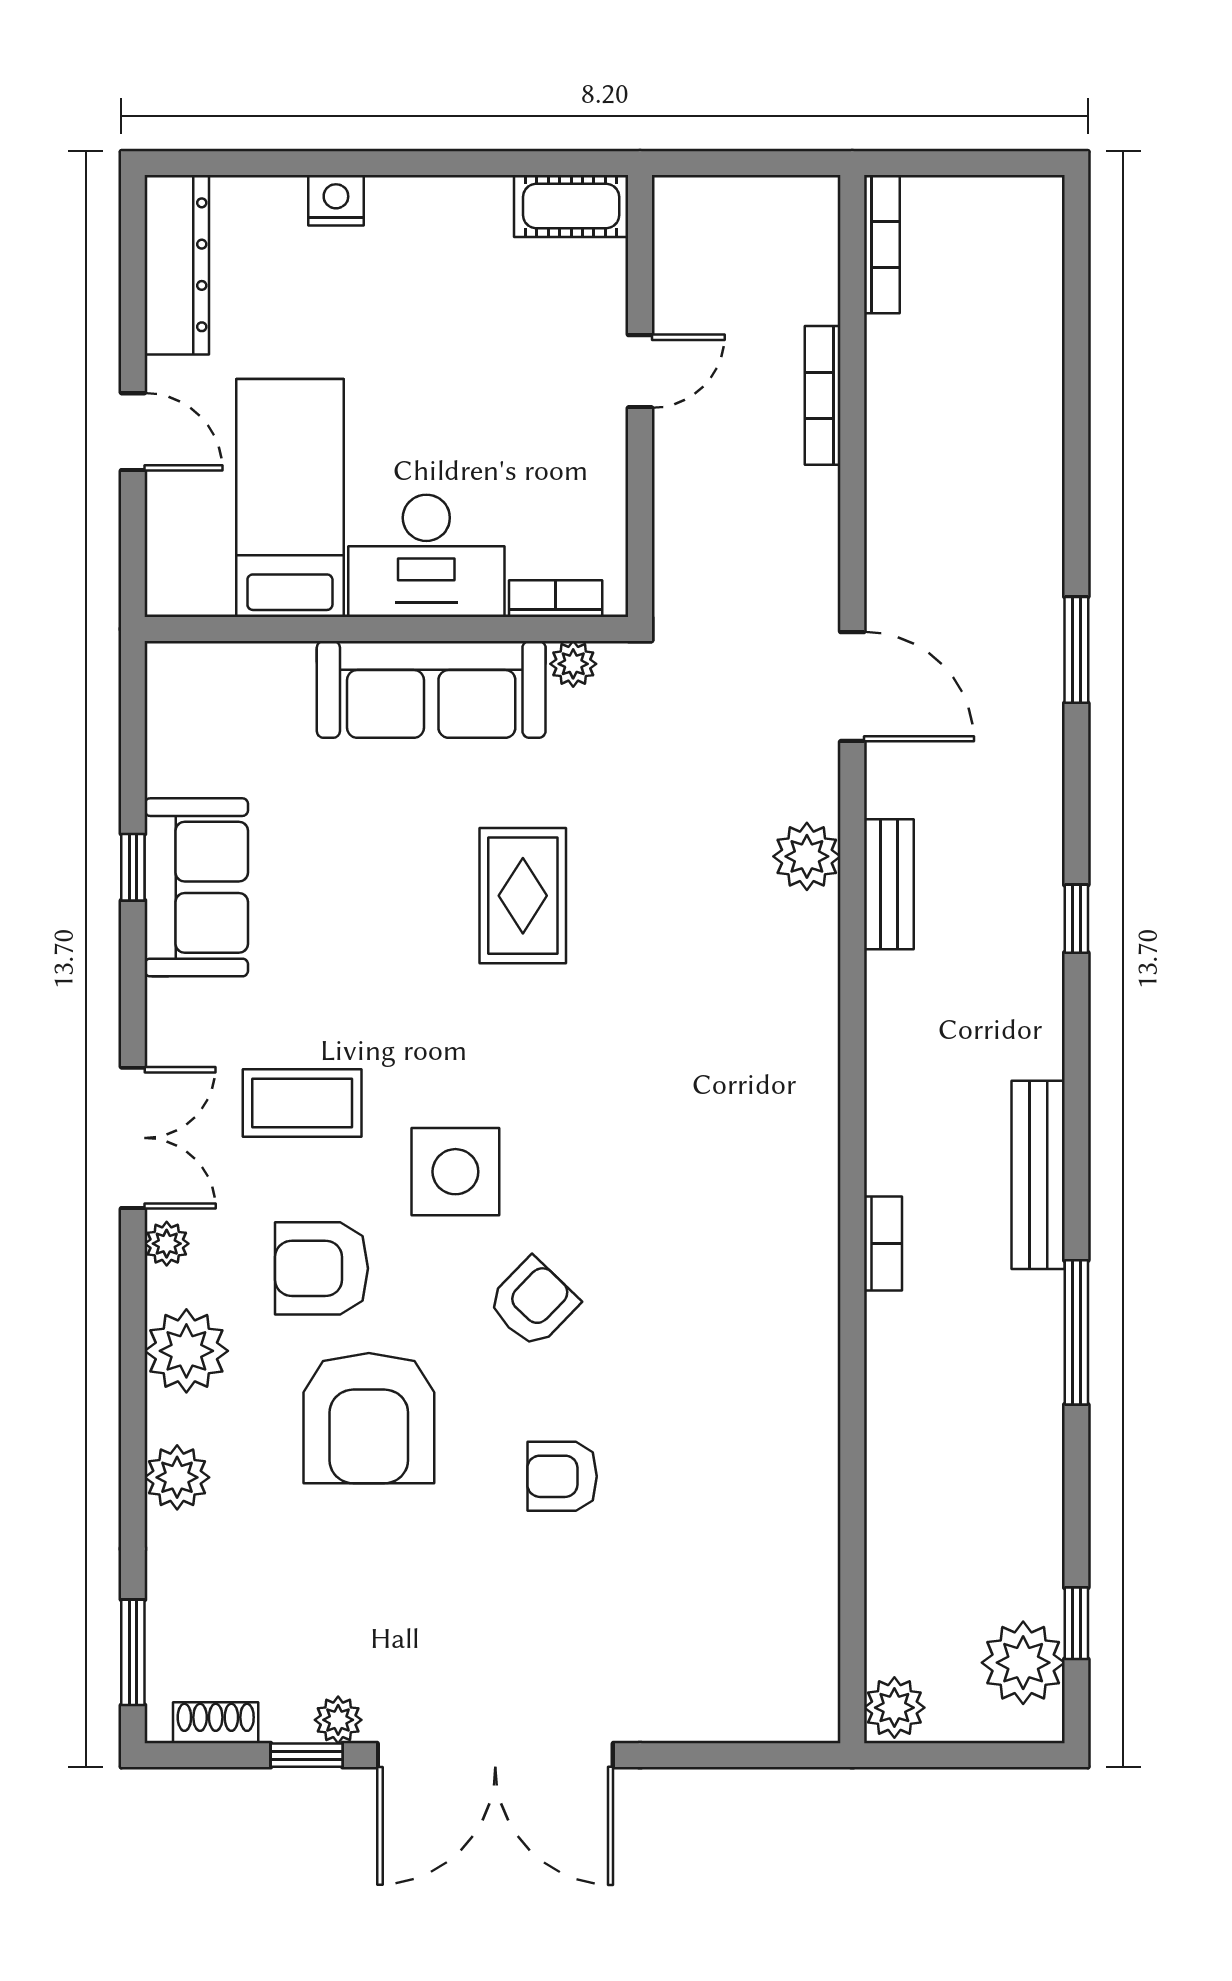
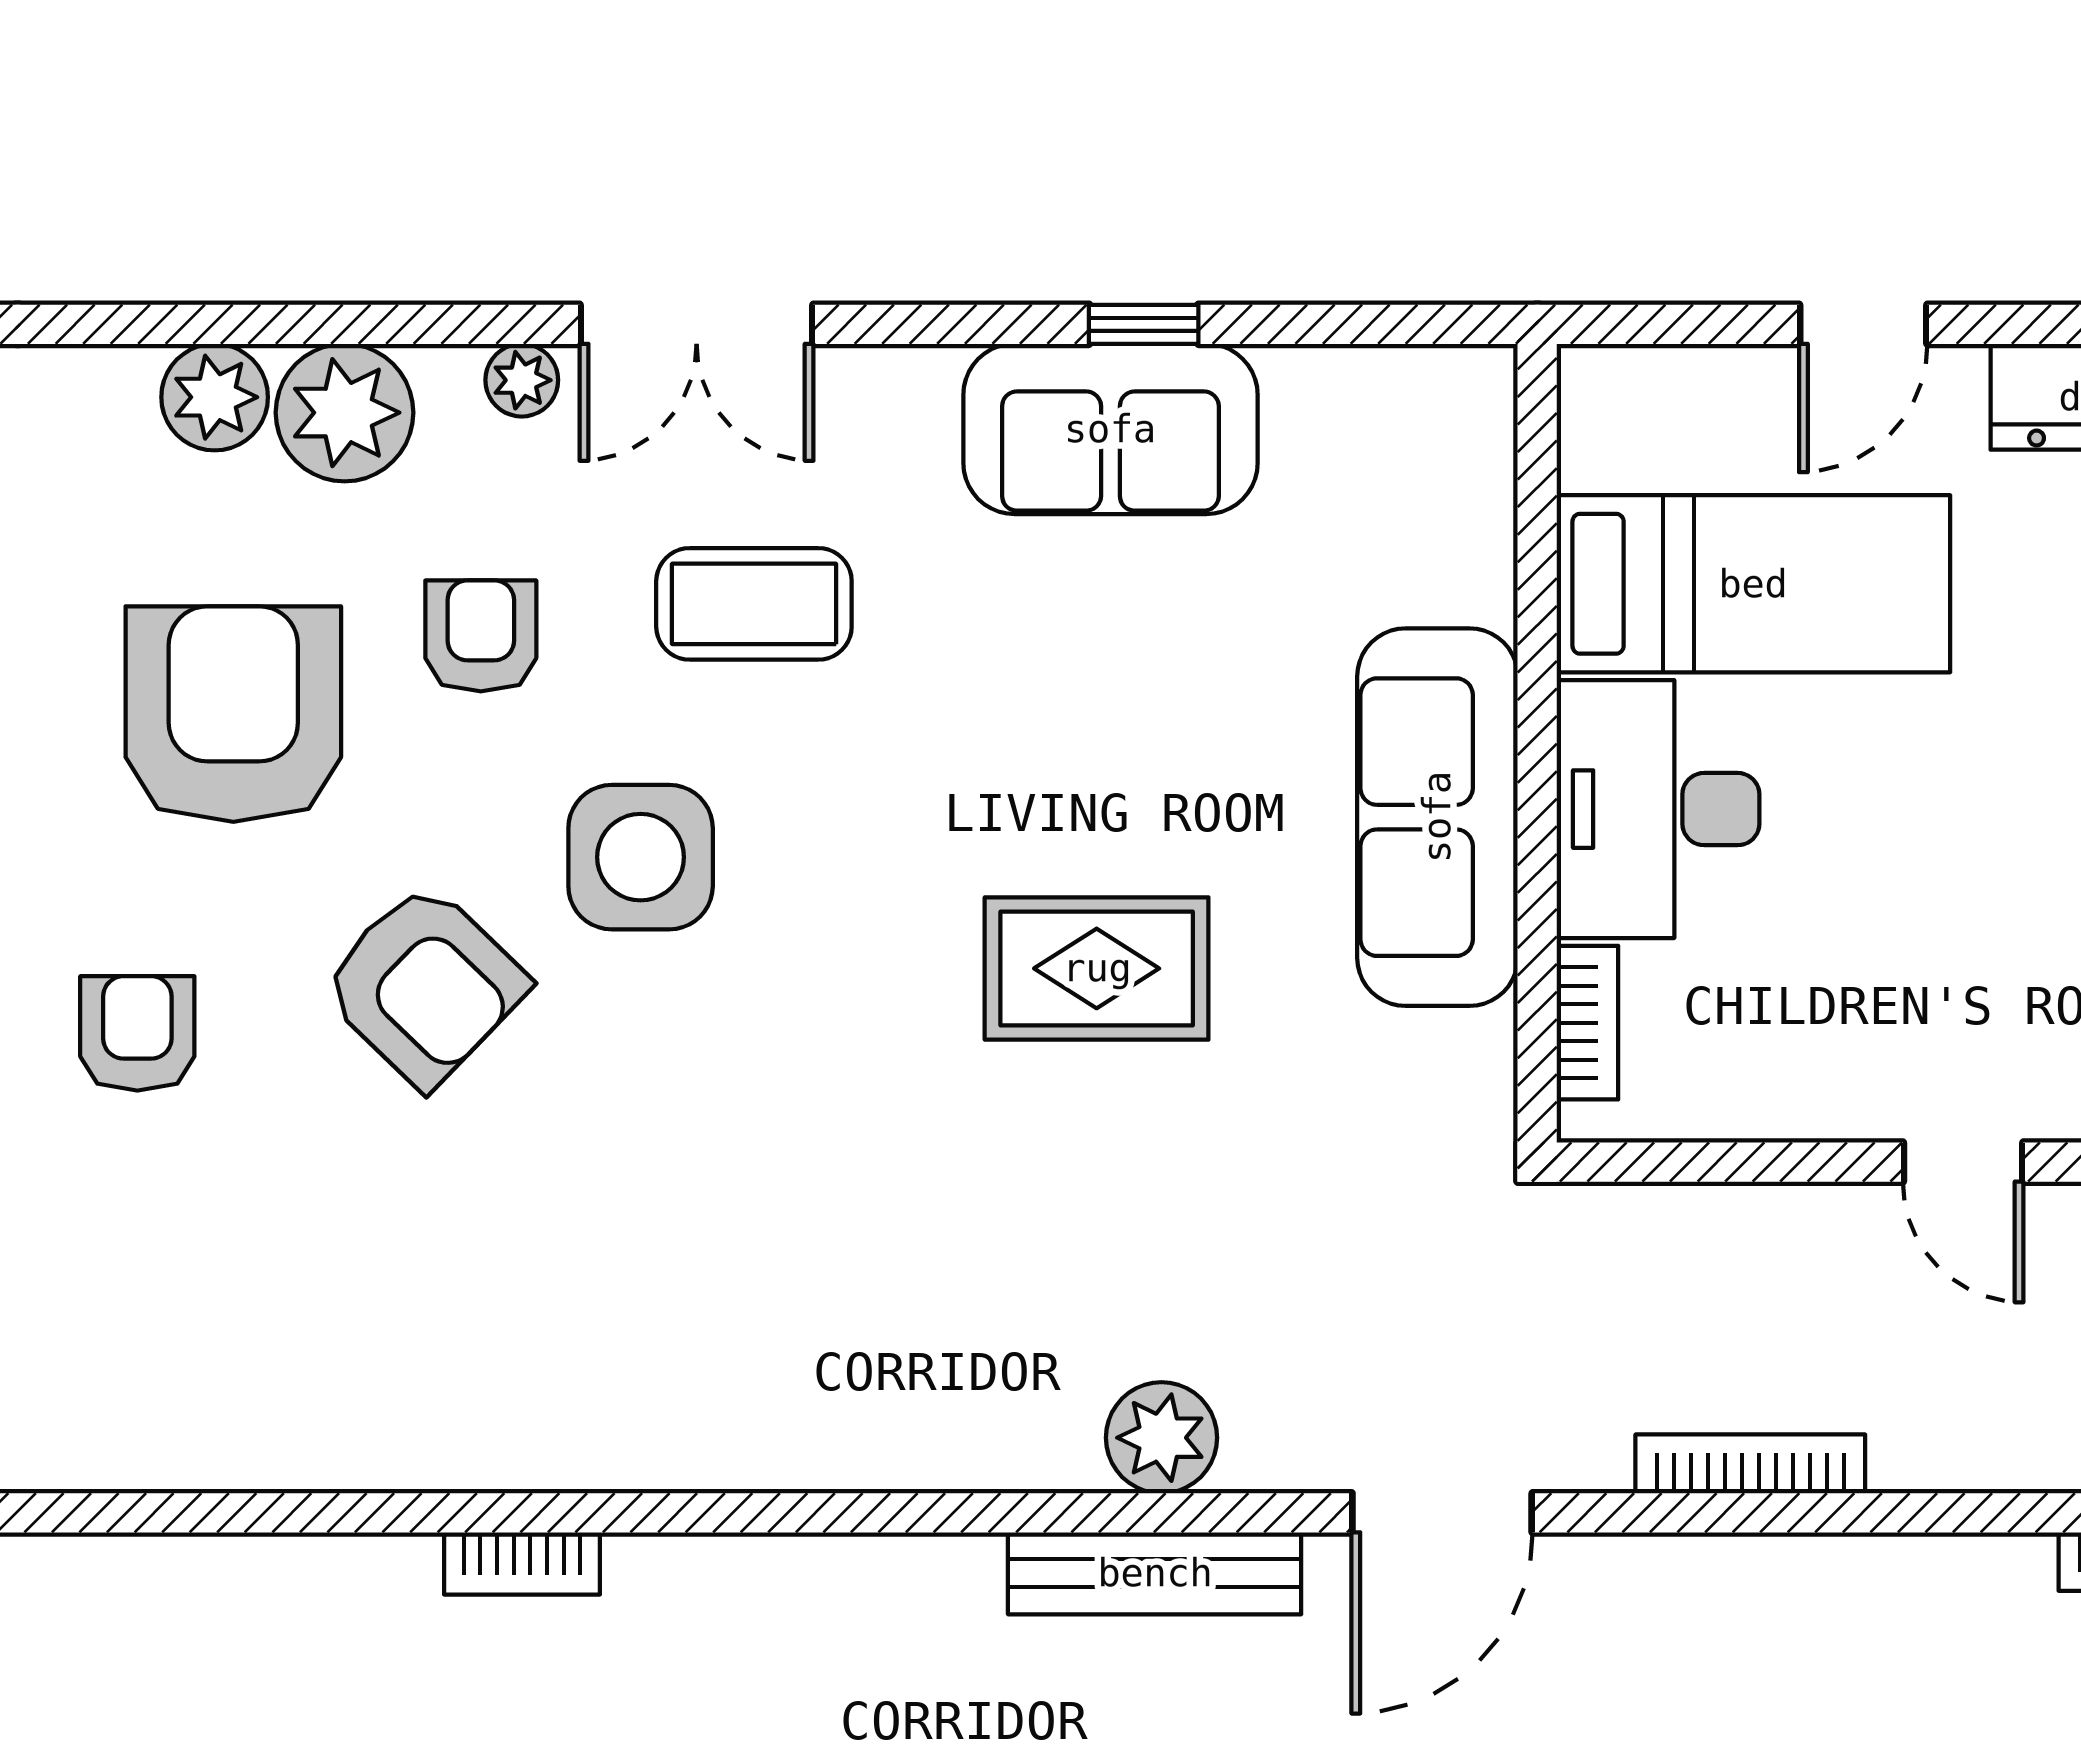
bookcase: (823, 395) -> (1750, 1464), moved
plant: (573, 664) -> (1480, 1052), removed
bench: (889, 884) -> (1155, 1573), width x1.36
coffee table: (302, 1103) -> (754, 604), turned 90
armchair: (322, 1268) -> (481, 636), width x0.72, depth x0.72
armchair: (533, 1303) -> (424, 985), width x1.38, depth x1.38
armchair: (369, 1418) -> (233, 714), turned 90
plant: (177, 1477) -> (215, 397), moved

